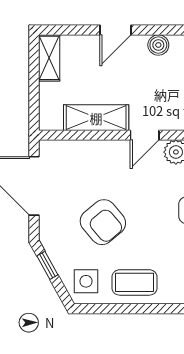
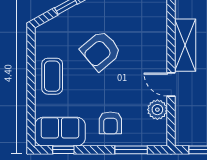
side table: (86, 281) -> (53, 37), removed

